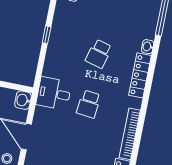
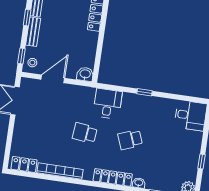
school desk: (99, 54) -> (130, 140), turned -36
desk: (54, 93) -> (108, 104), moved

